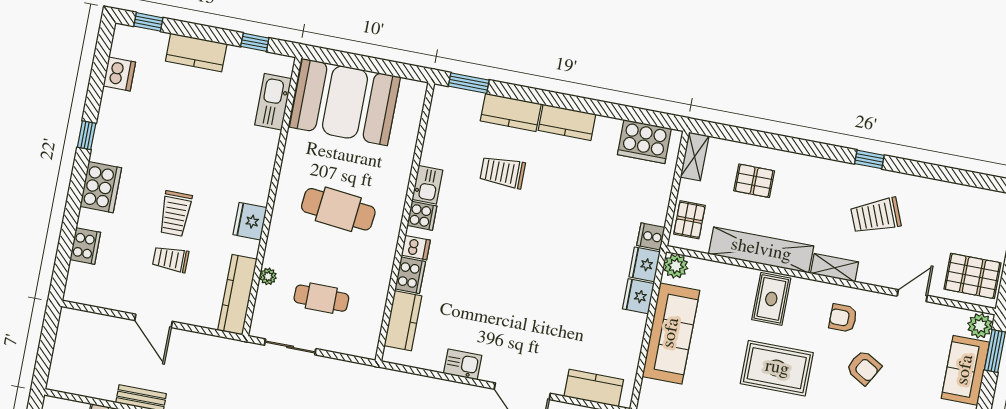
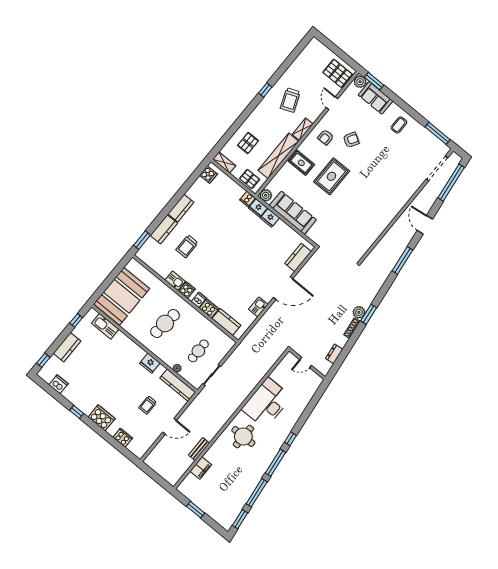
cooker: (644, 142) -> (208, 175), width x0.53, depth x0.76
trolley: (175, 214) -> (130, 393), removed
pallet: (973, 276) -> (338, 73), turned 90

